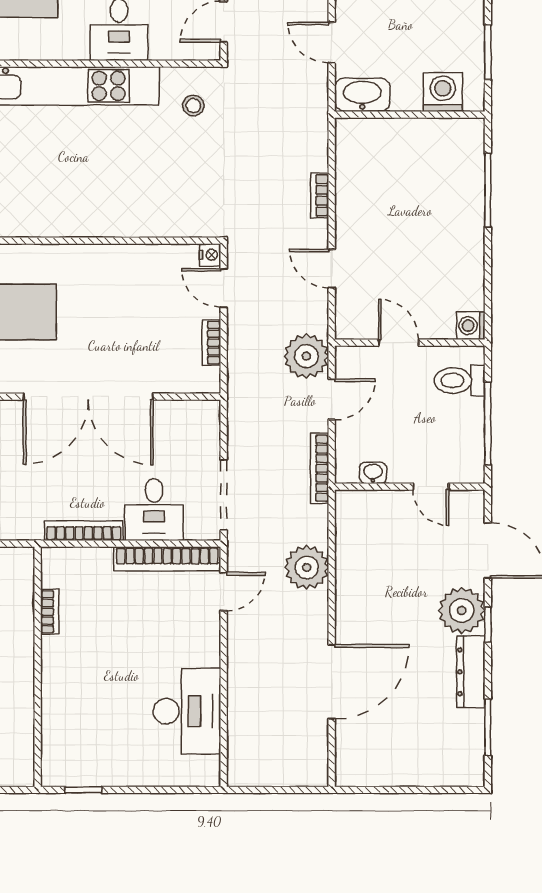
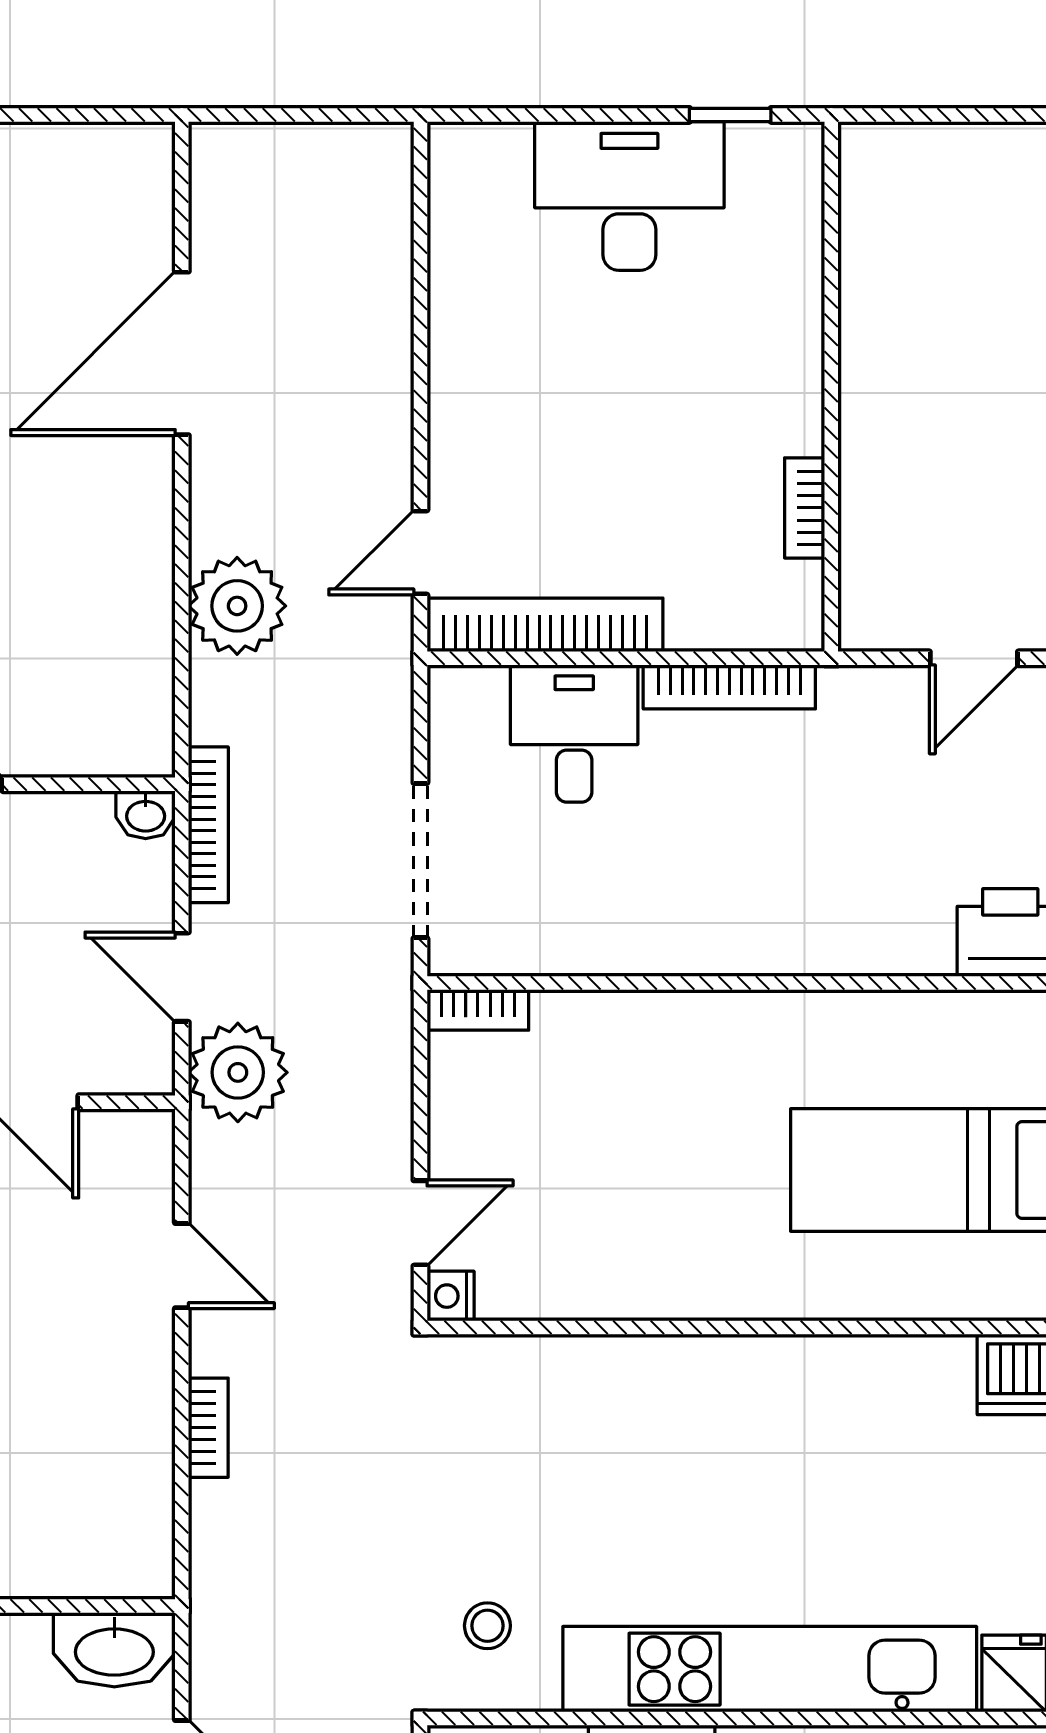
door: (224, 288) -> (420, 1223), hinge flipped
bookcase: (211, 343) -> (478, 1010), moved, turned 90
double door: (88, 397) -> (719, 983), removed
door: (332, 399) -> (182, 977), hinge flipped
washbasin: (373, 473) -> (146, 815), moved
doorway: (224, 495) -> (420, 861), moved
desk: (187, 711) -> (629, 196), moved, turned 90

